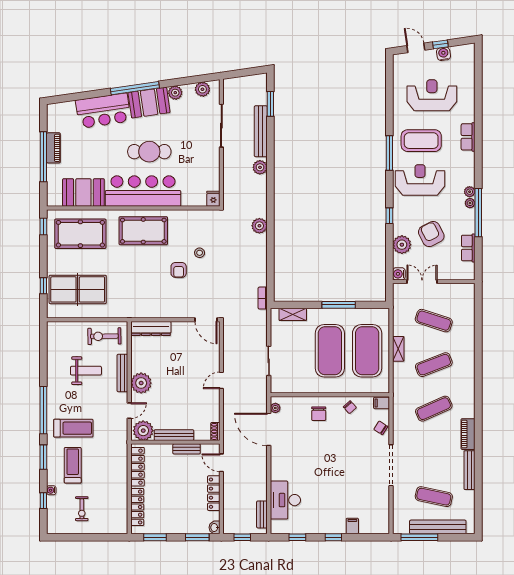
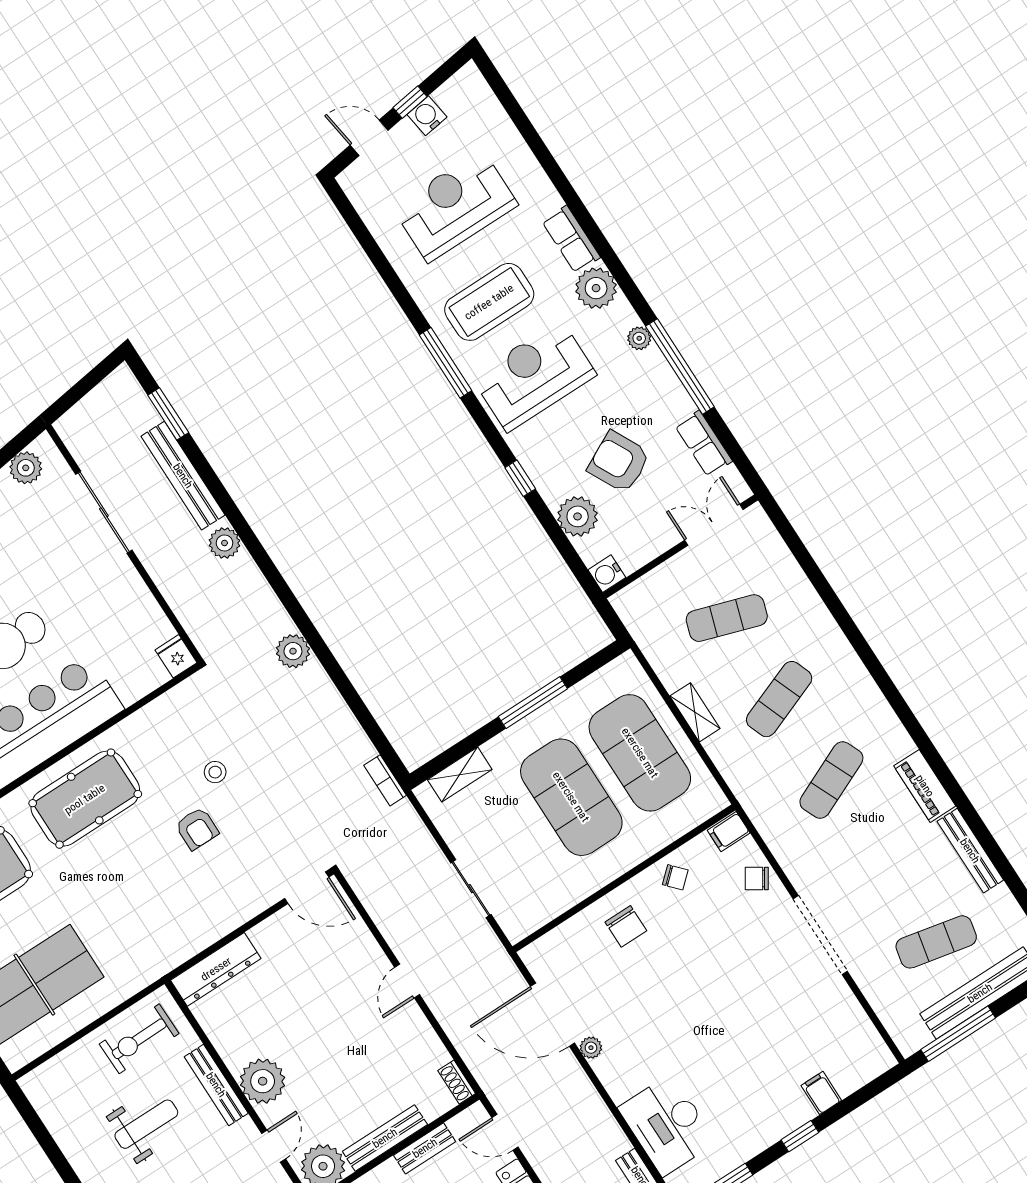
plant: (470, 203) -> (596, 288), moved, width x1.87, depth x1.87
double door: (422, 282) -> (714, 525), moved
plant: (275, 408) -> (591, 1048), moved

